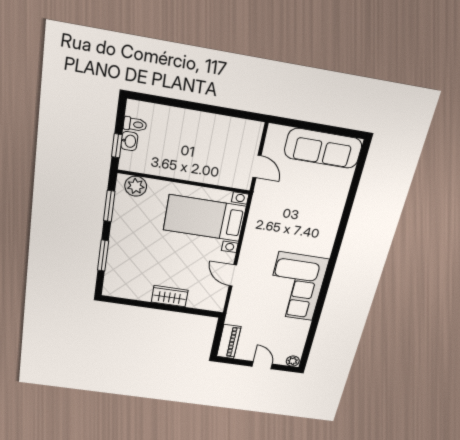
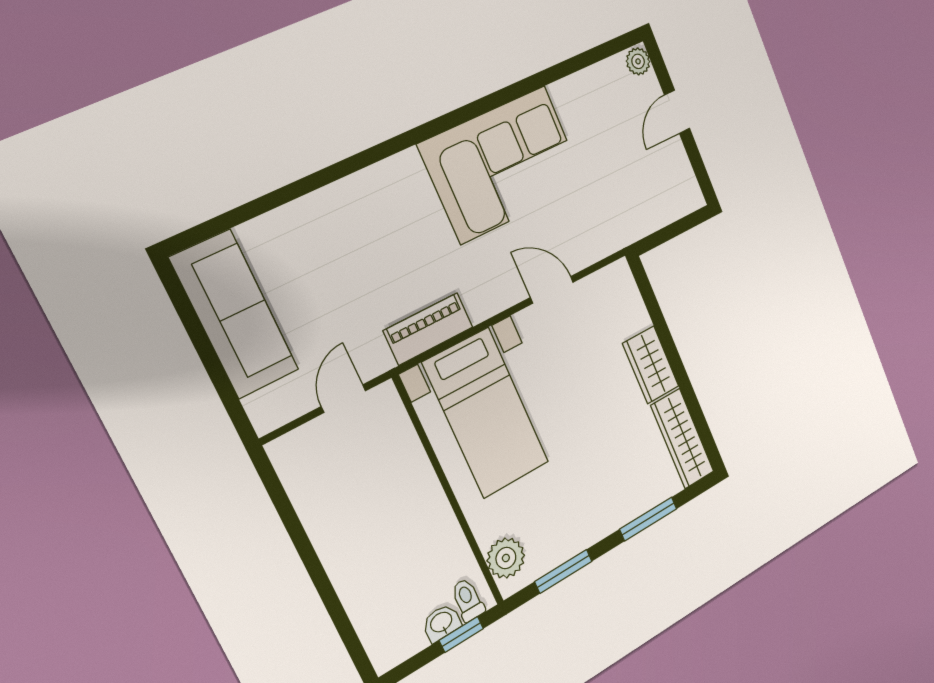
toilet: (135, 124) -> (468, 600), moved
door: (233, 275) -> (552, 290), swing flipped
wardrobe: (127, 291) -> (682, 439), added
piano: (229, 341) -> (428, 329), moved

